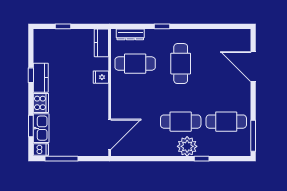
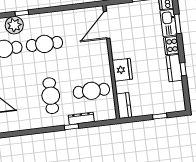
dresser: (130, 34) -> (81, 118), moved
fridge: (101, 77) -> (122, 70), width x1.88, depth x1.34
plant: (187, 146) -> (14, 25), moved

